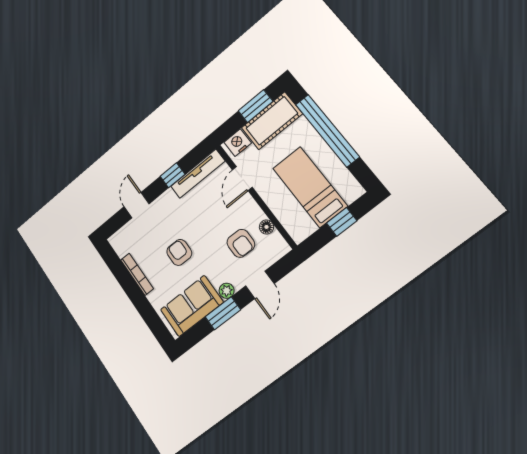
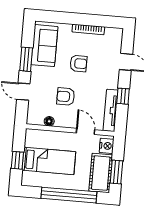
armchair: (241, 243) -> (66, 96), moved
plant: (227, 291) -> (36, 71), removed

